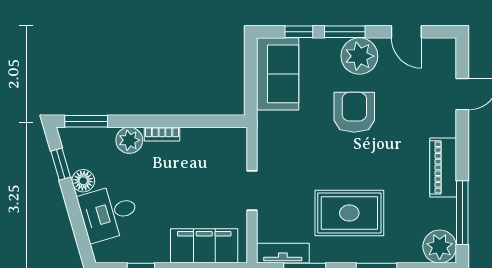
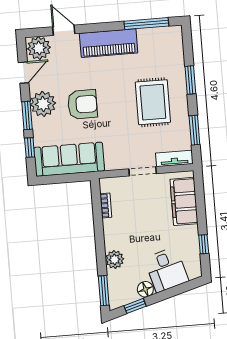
sofa: (278, 74) -> (69, 159), width x1.36
armchair: (354, 112) -> (82, 104), turned 180
bookcase: (162, 134) -> (106, 206), moved
piano: (443, 167) -> (109, 43), width x1.37, depth x1.33
plant: (440, 247) -> (39, 48), moved
tv unit: (283, 253) -> (174, 158), moved, turned 90

